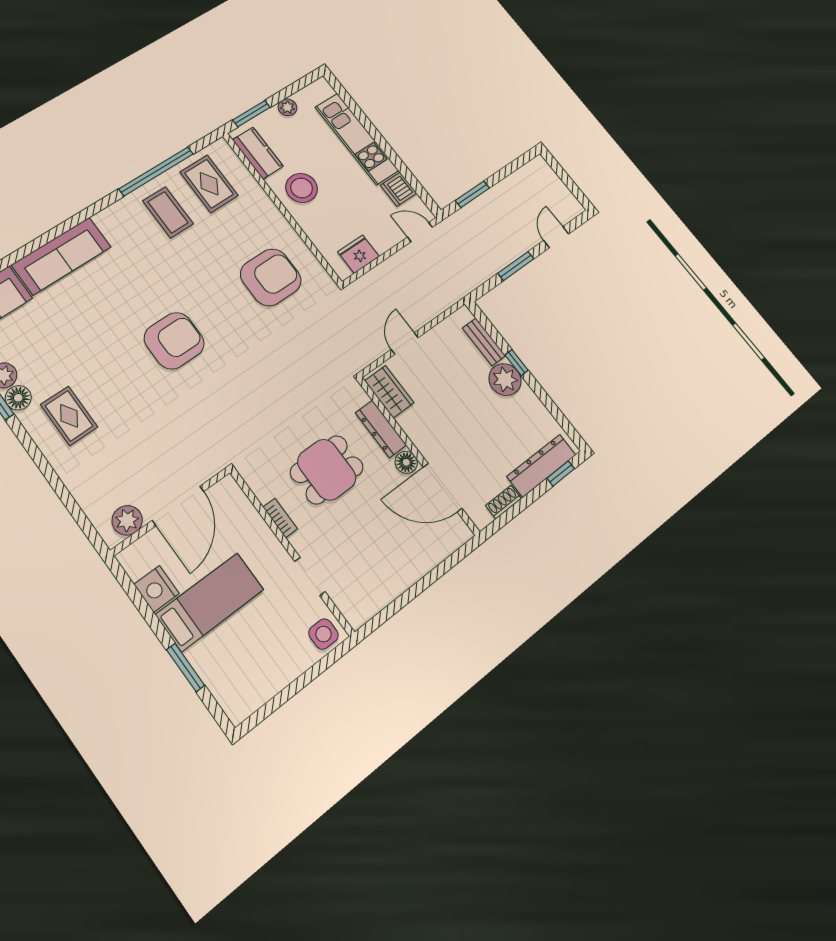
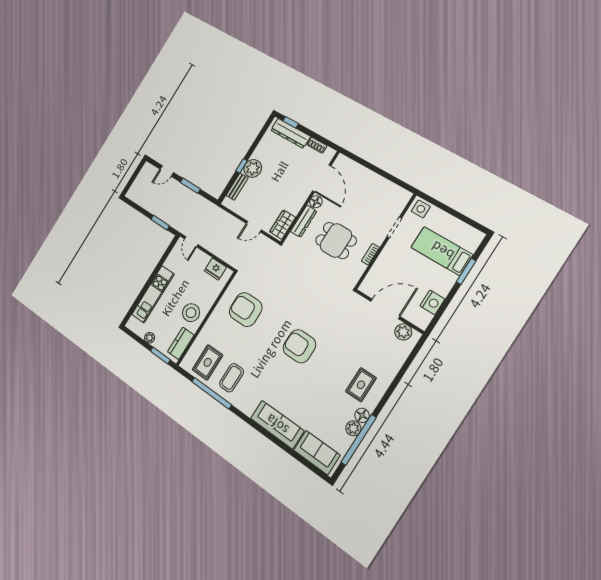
dishwasher: (399, 189) -> (172, 262), removed
bed: (210, 602) -> (442, 251), moved

